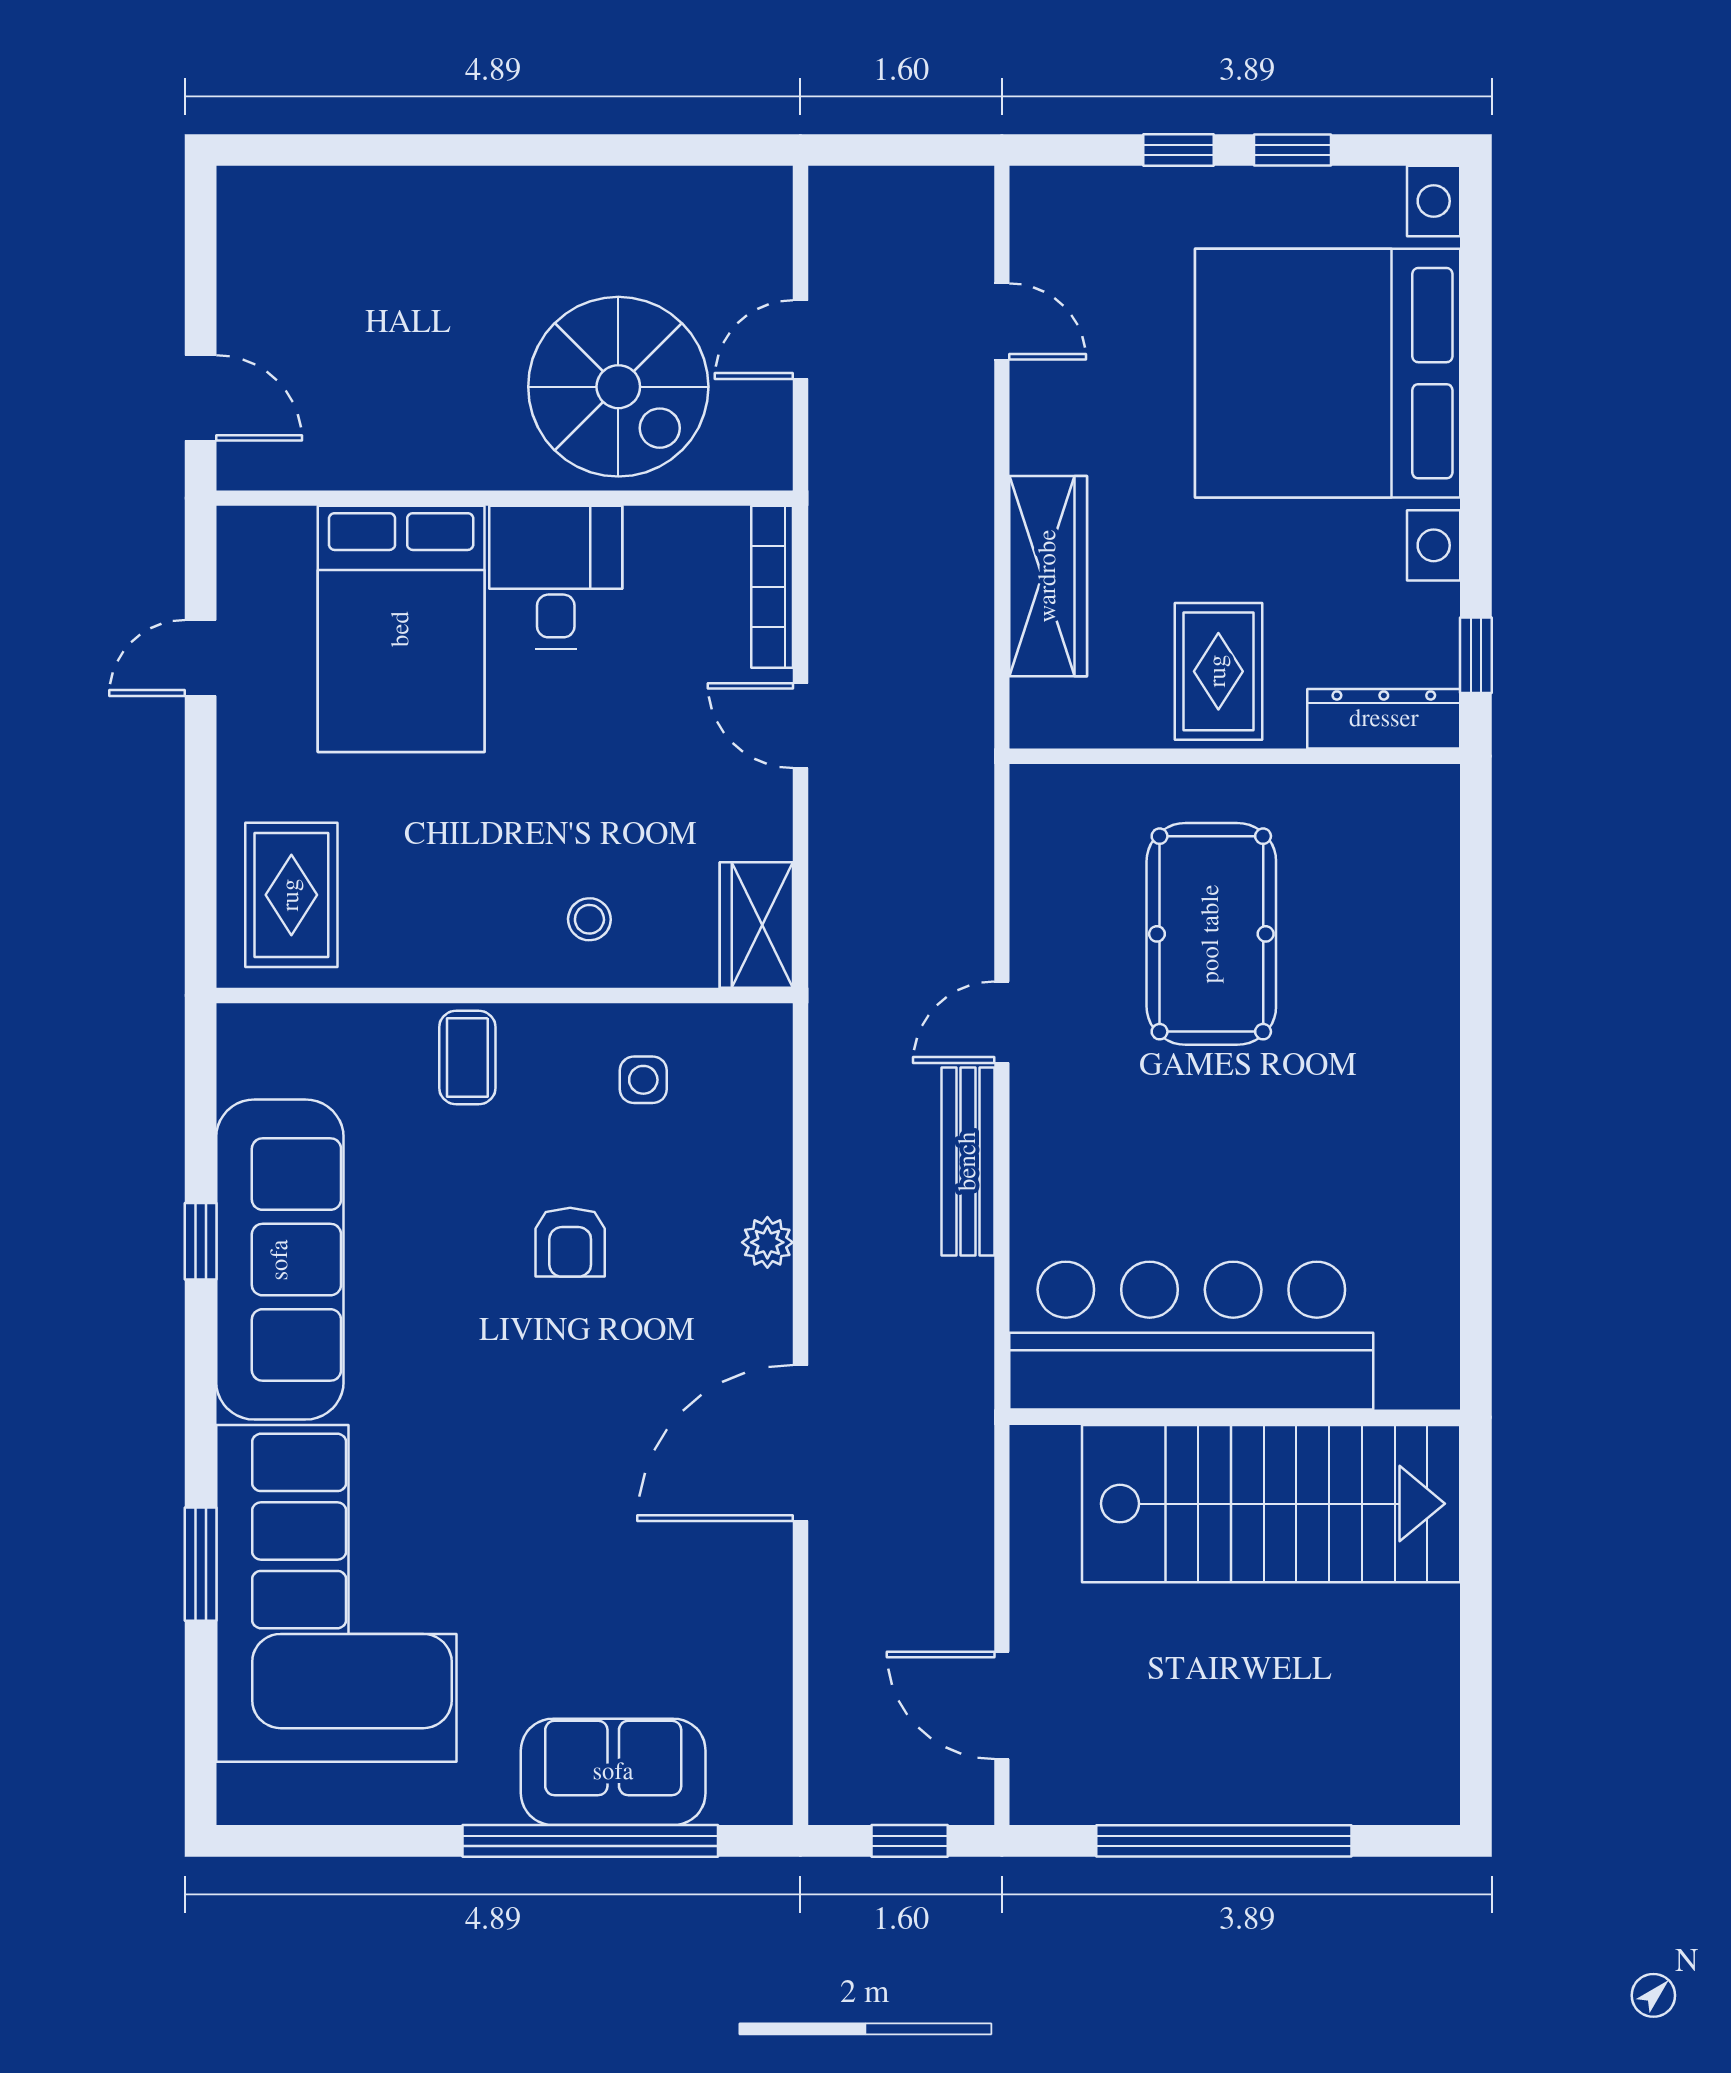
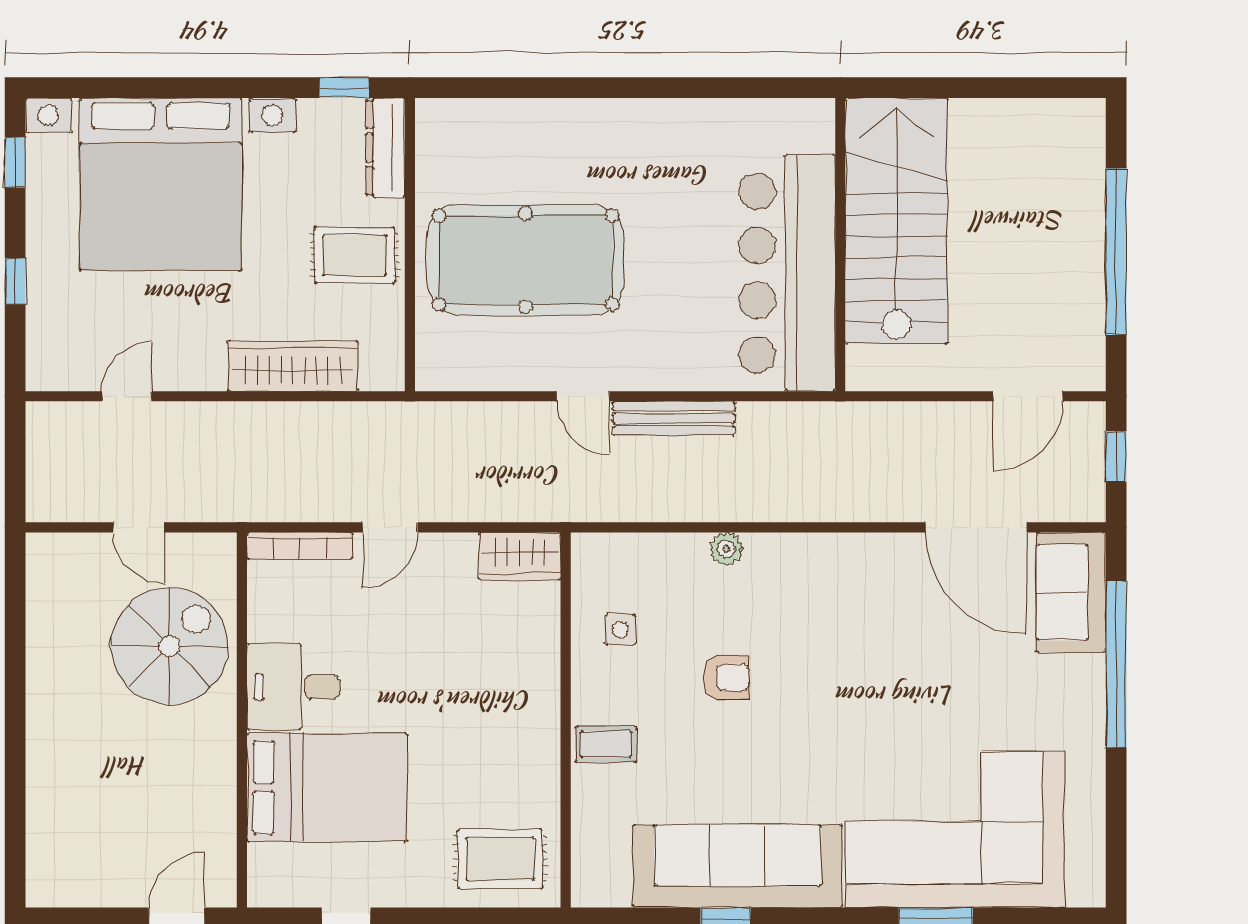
window: (1293, 150) -> (15, 162), moved
stool: (589, 919) -> (516, 665), removed
pool table: (1211, 934) -> (526, 260), width x1.36, depth x1.32
door: (800, 1443) -> (976, 527), moved
sofa: (613, 1772) -> (1071, 592), moved

